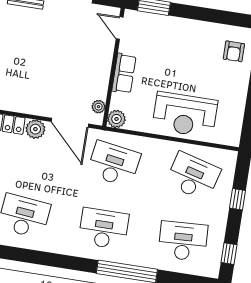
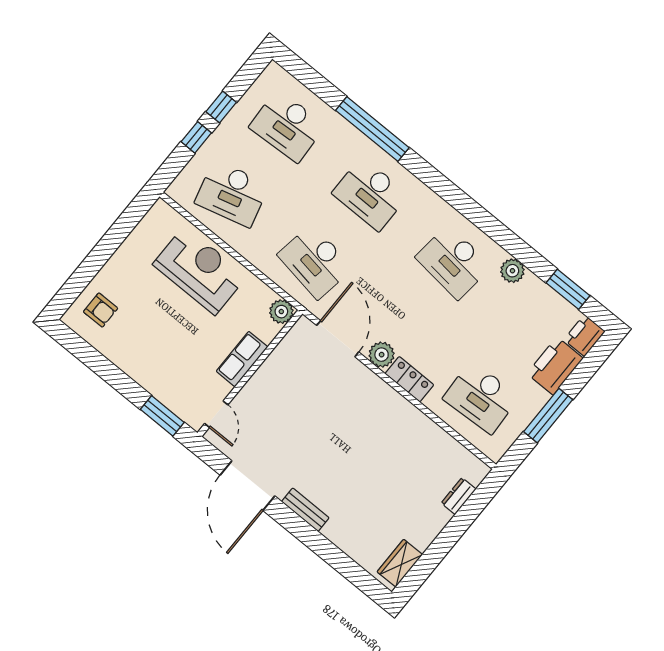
armchair: (234, 51) -> (101, 310), turned 90
plant: (99, 107) -> (294, 338), removed
desk: (193, 176) -> (232, 194), turned -30
window: (229, 254) -> (221, 107), moved

